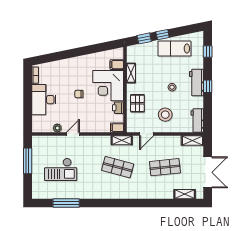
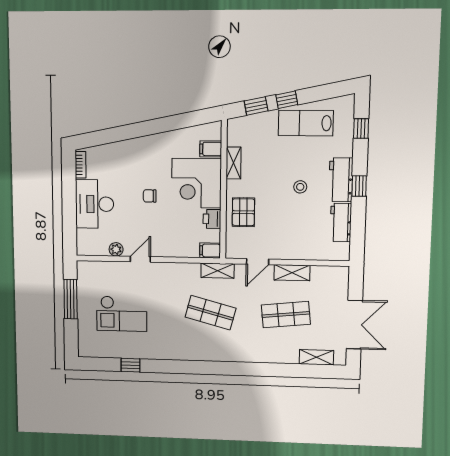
stool: (165, 115) -> (288, 231), removed
workbench: (197, 121) -> (341, 222), moved
shelving: (192, 141) -> (292, 273), moved
window: (66, 203) -> (130, 365), width x0.46

